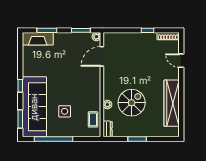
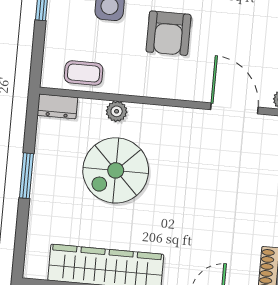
armchair: (73, 86) -> (169, 33), added
spiral stairs: (132, 103) -> (116, 170), turned 90

